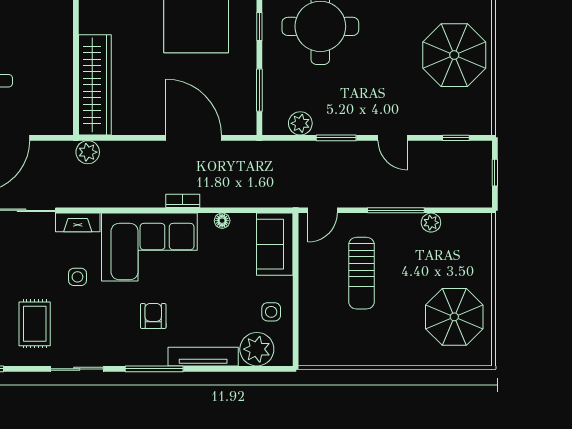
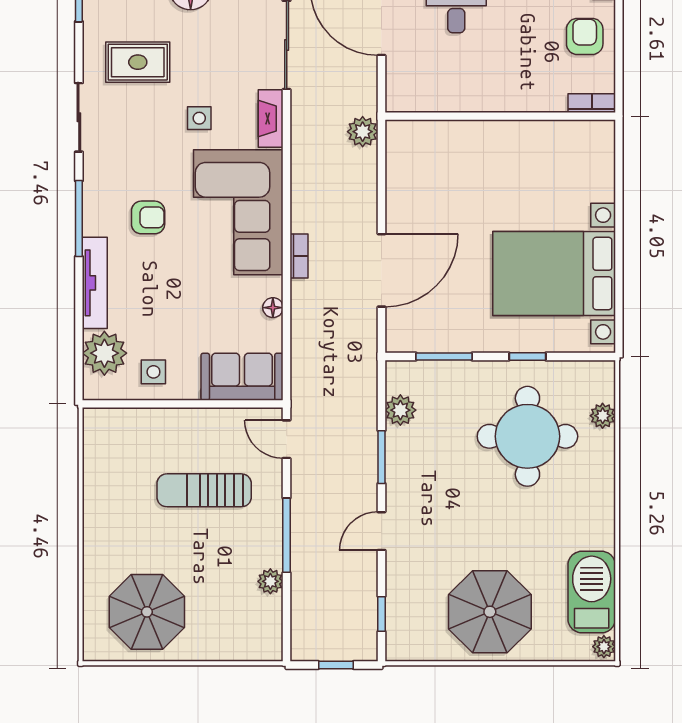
wardrobe: (95, 85) -> (451, 141), removed

